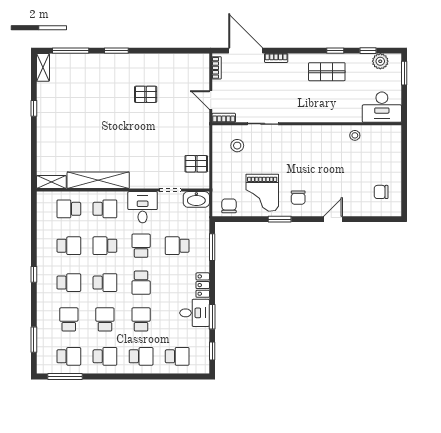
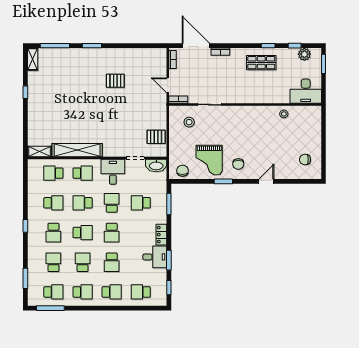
school desk: (69, 283) -> (53, 233), turned 90
school desk: (141, 319) -> (112, 262), turned 180
school desk: (177, 356) -> (141, 292), turned 180

